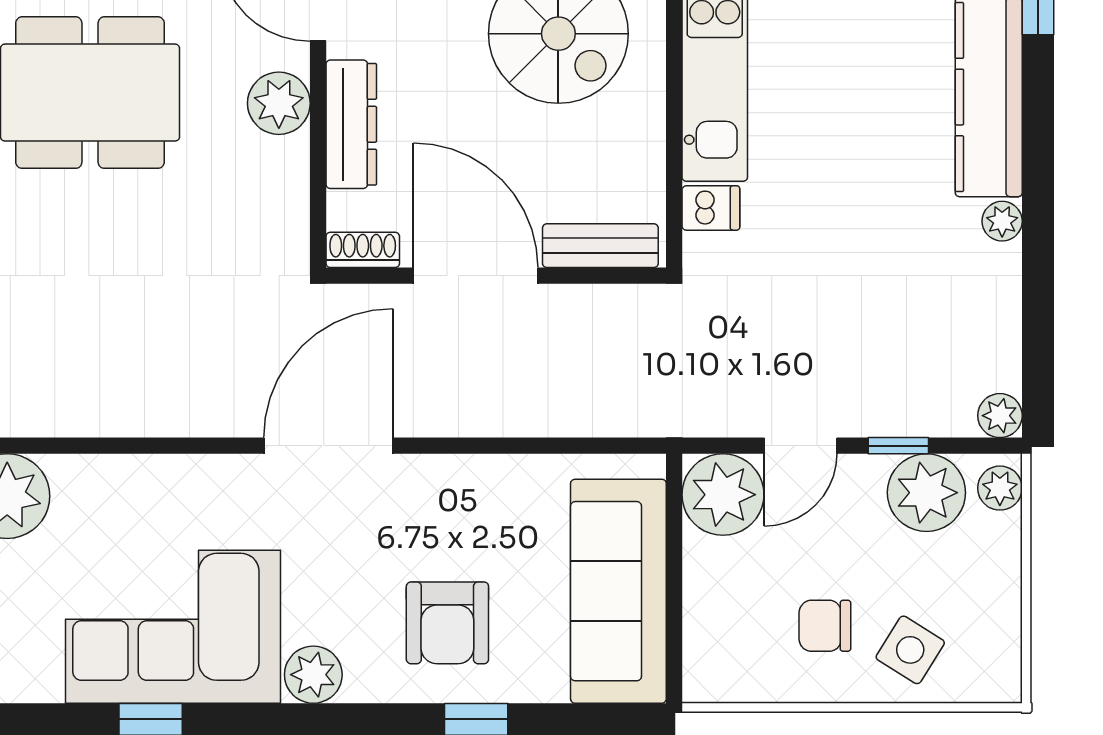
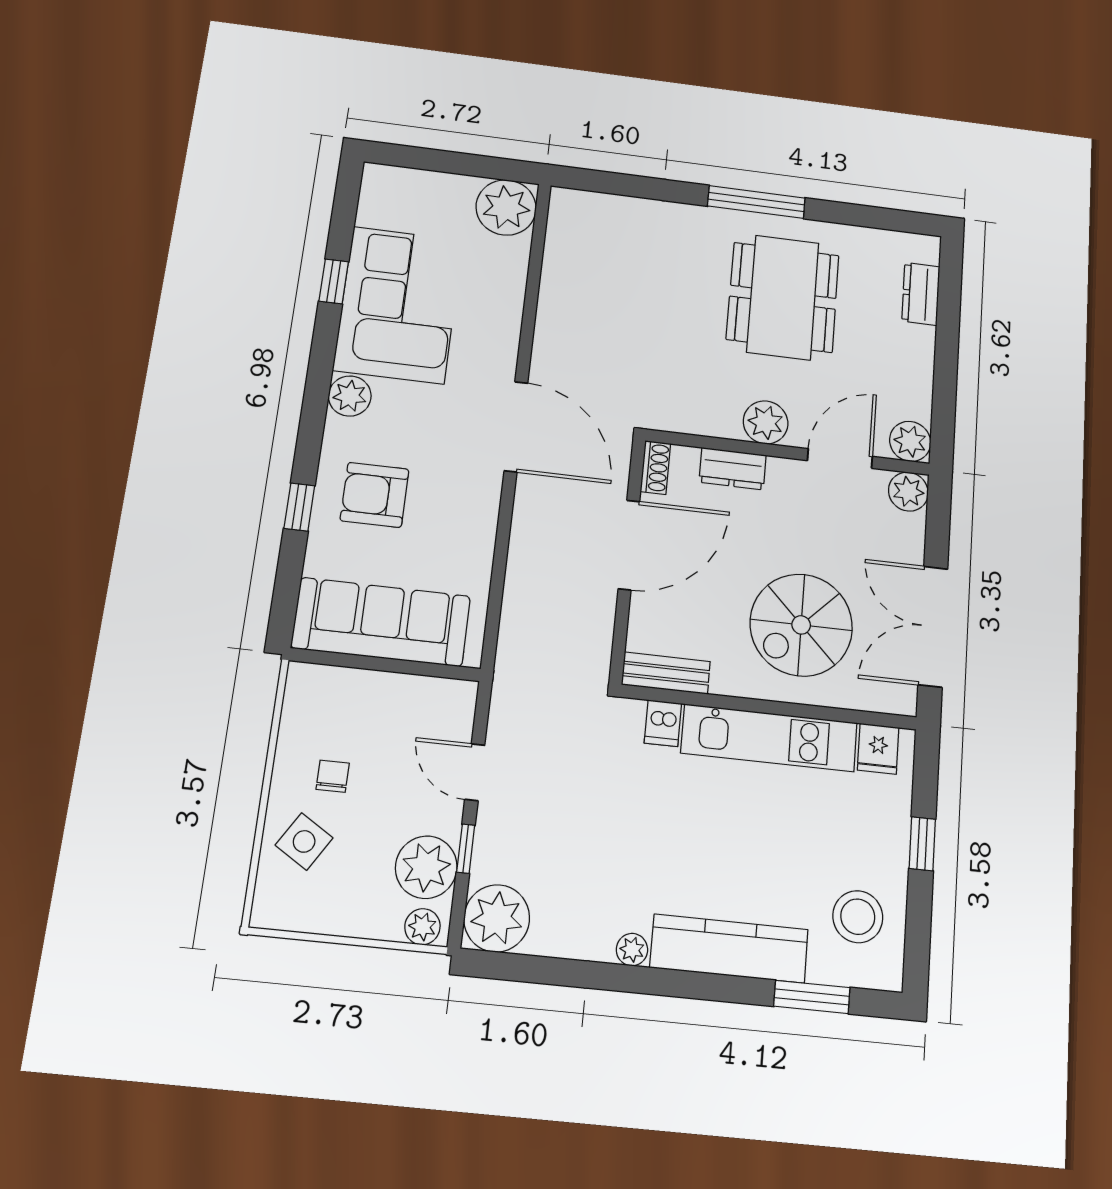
dresser: (351, 124) -> (733, 469), width x0.70
bench: (600, 246) -> (666, 673), moved, turned 90
plant: (1000, 416) -> (497, 918), width x1.88, depth x1.88
plant: (723, 495) -> (445, 709), removed
chair: (825, 626) -> (333, 776), width x0.73, depth x0.73

